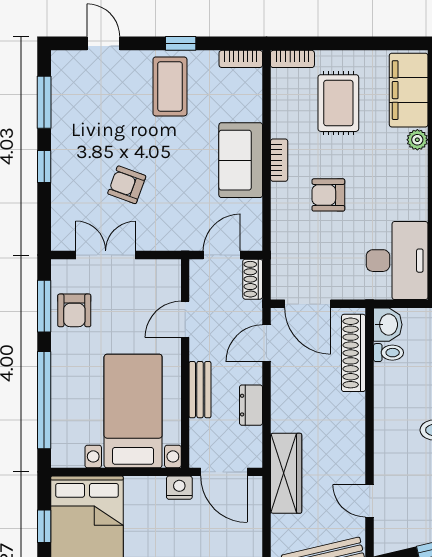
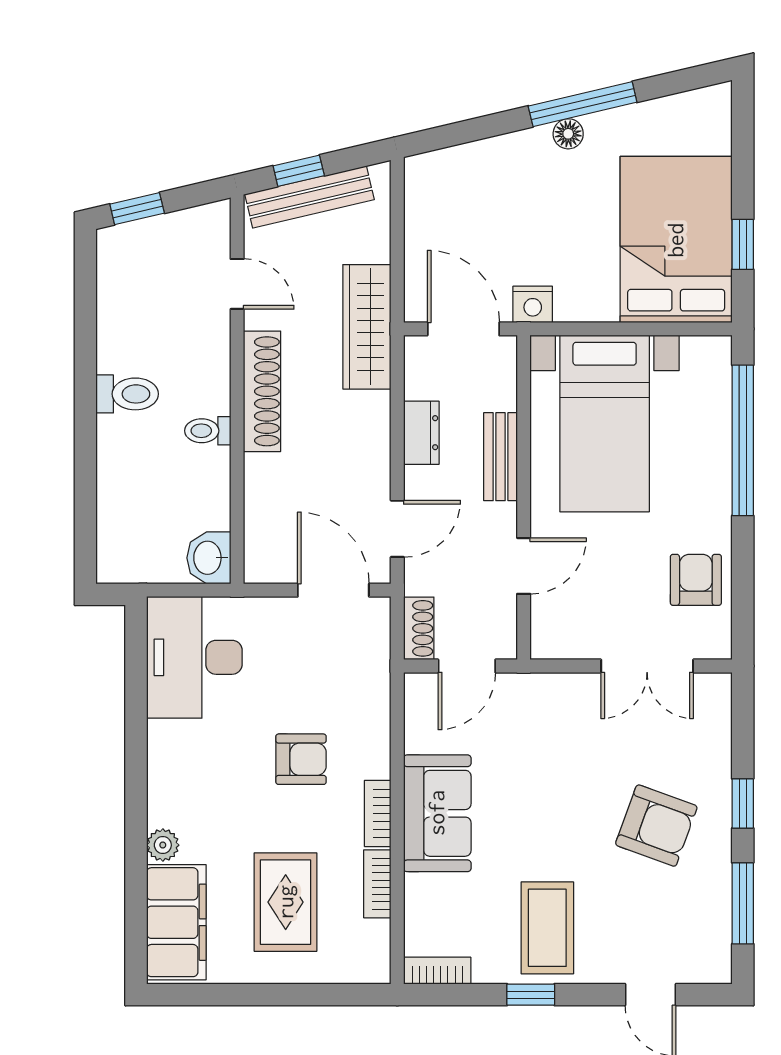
bookcase: (292, 59) -> (377, 884), moved, turned -90
armchair: (127, 185) -> (656, 826), moved, width x1.38, depth x1.38
window: (44, 306) -> (743, 586), removed
shoe rack: (353, 353) -> (262, 391), moved
toilet: (388, 353) -> (208, 431), moved

